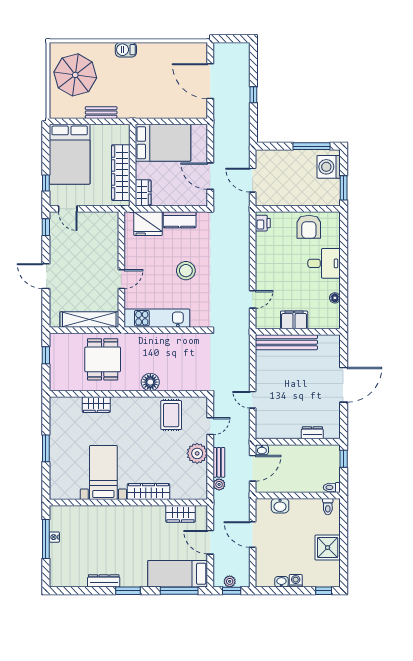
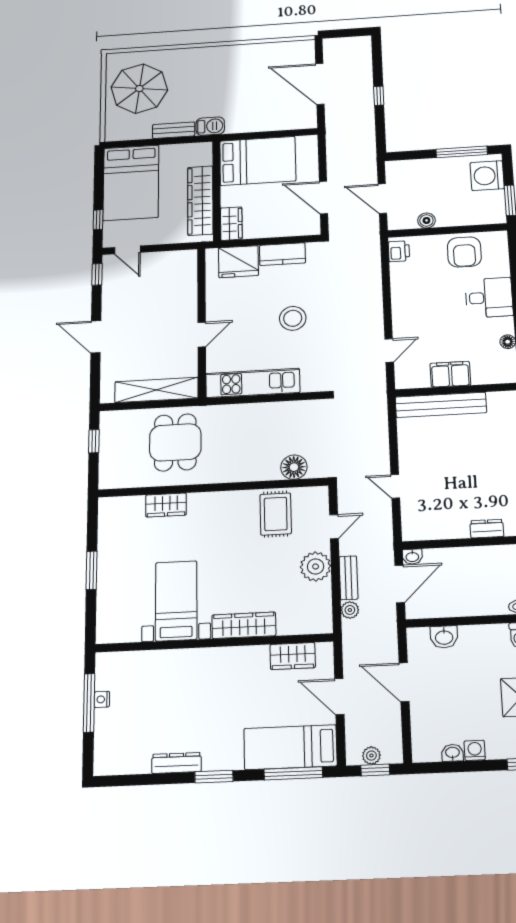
barbecue: (126, 50) -> (210, 126), moved, turned 180
boiler: (283, 200) -> (426, 220), added
floor lamp: (150, 382) -> (294, 467), moved

